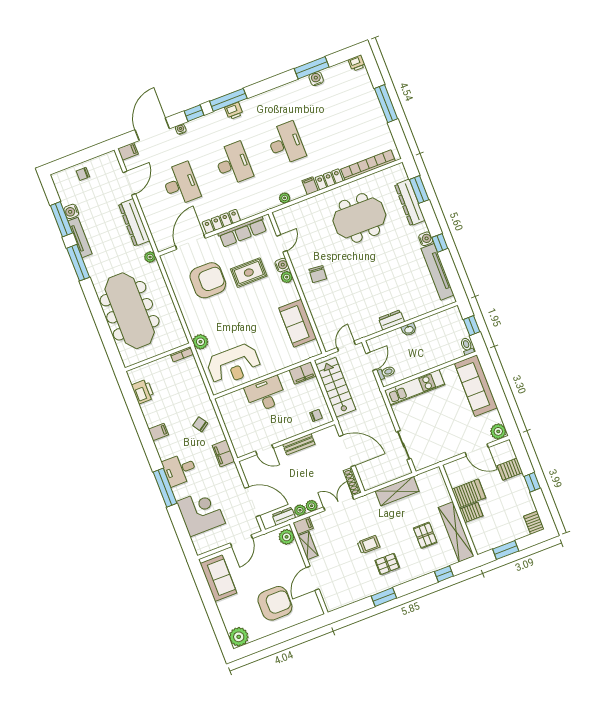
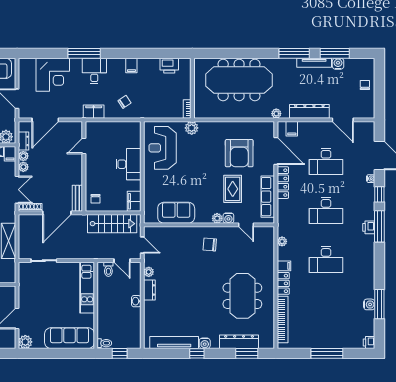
filing cabinet: (128, 151) -> (292, 129), moved
plant: (372, 328) -> (149, 272), added
bench: (299, 444) -> (77, 198), moved

